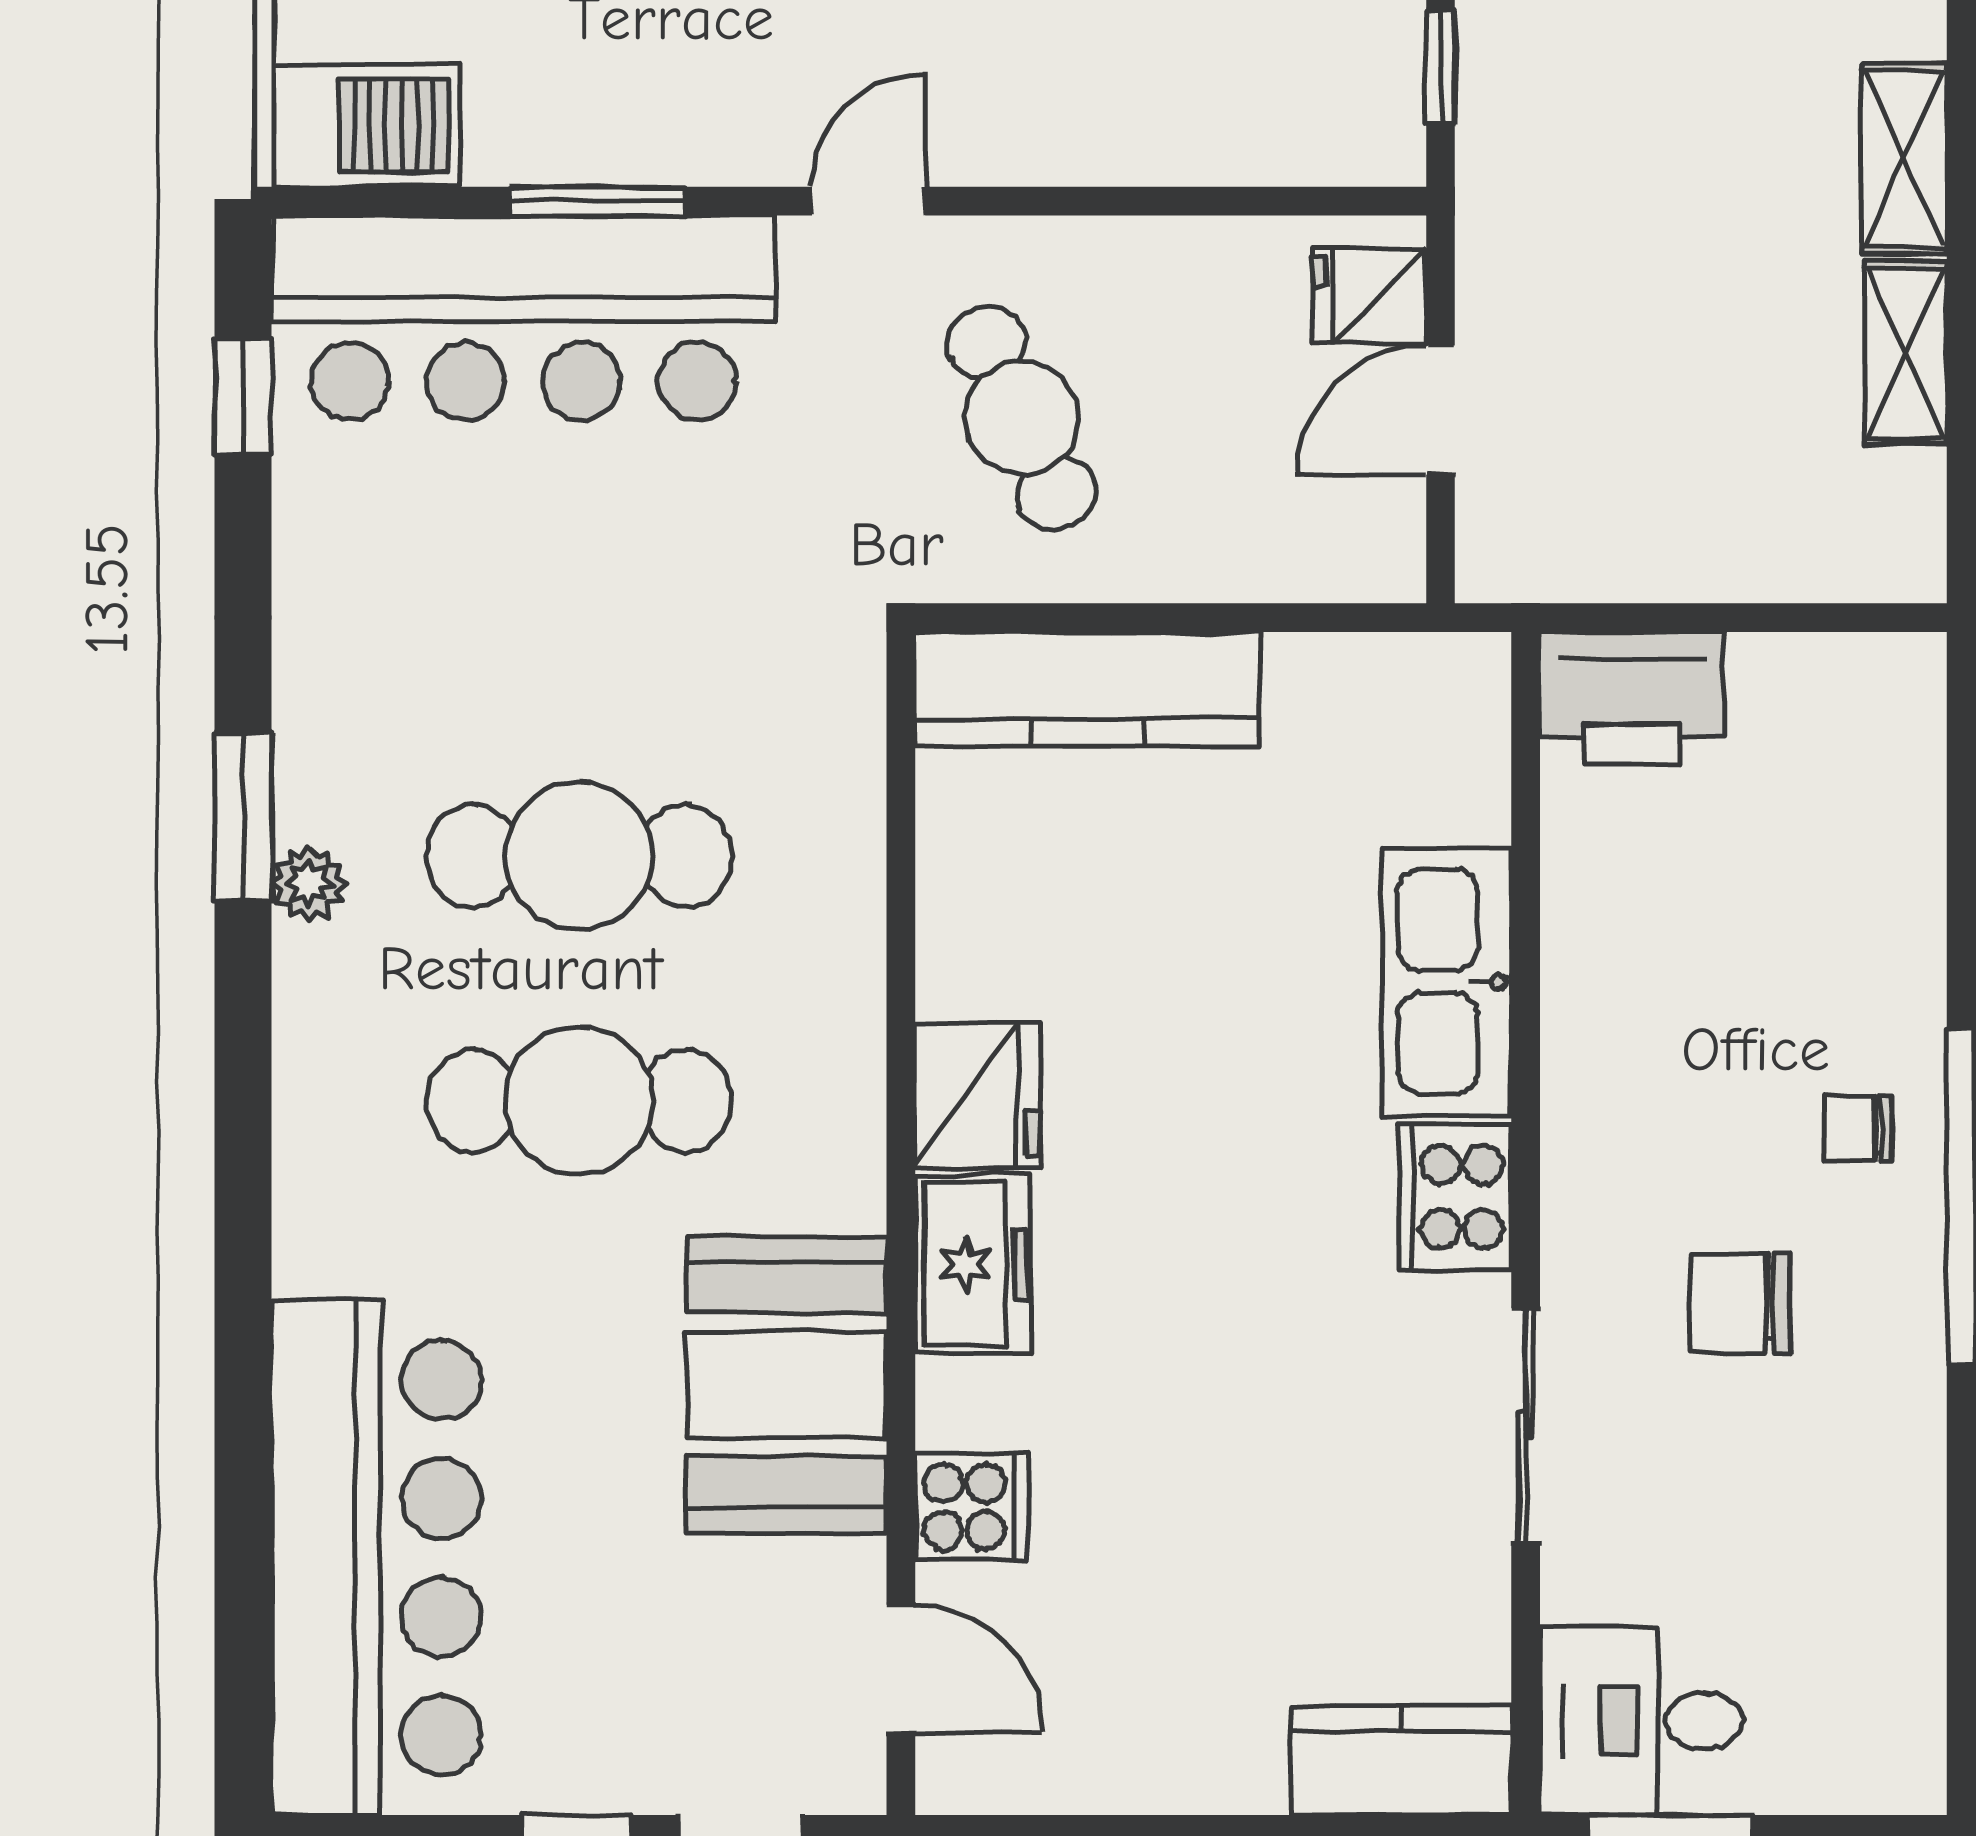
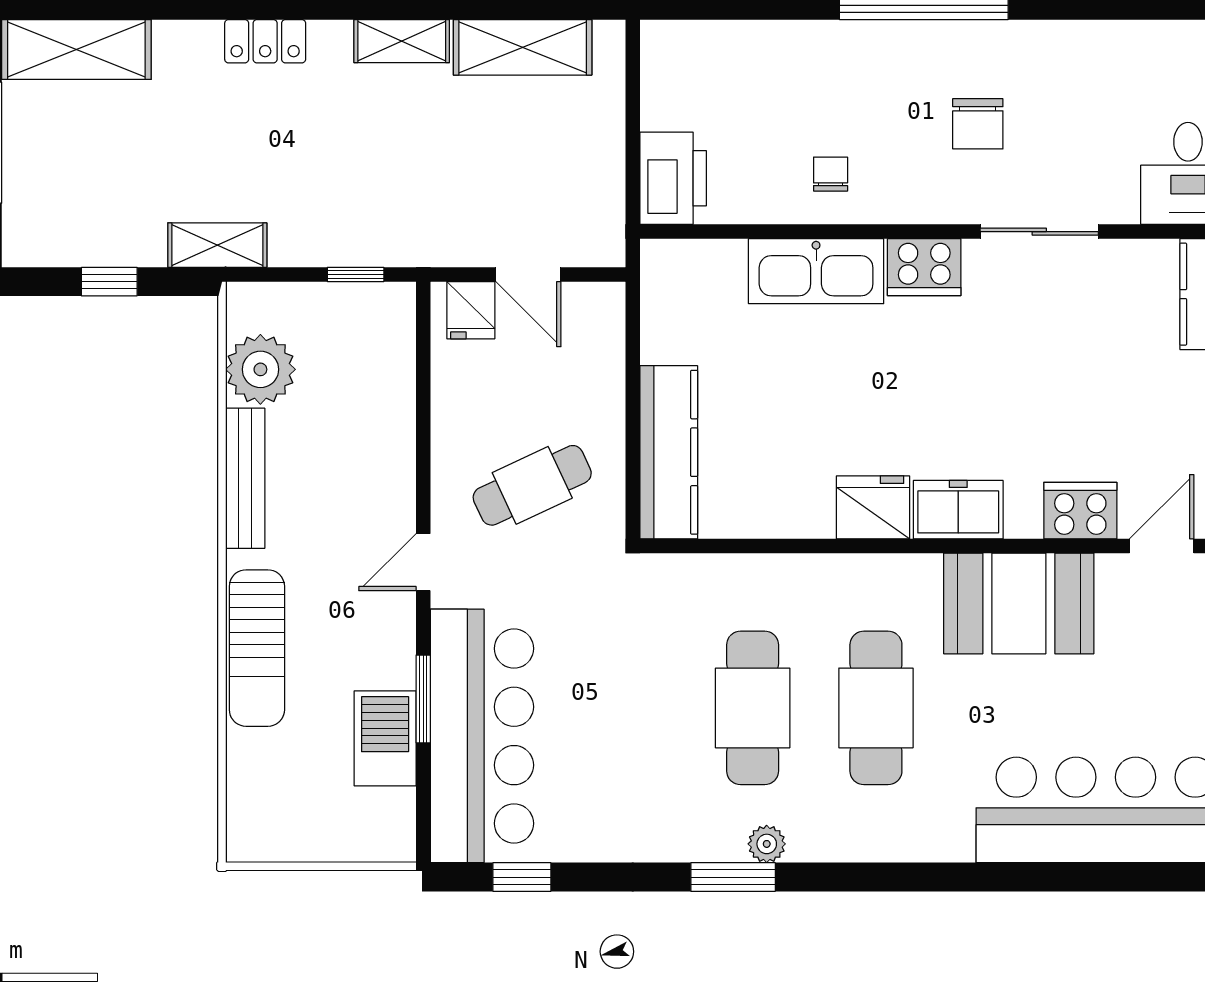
barbecue: (366, 125) -> (385, 738), moved
door: (869, 201) -> (423, 562), hinge flipped
shelving: (1906, 353) -> (523, 47), width x1.50, depth x1.33
chair: (1858, 1129) -> (831, 174), moved, turned 180
cooker: (971, 1507) -> (1080, 511), width x1.36

